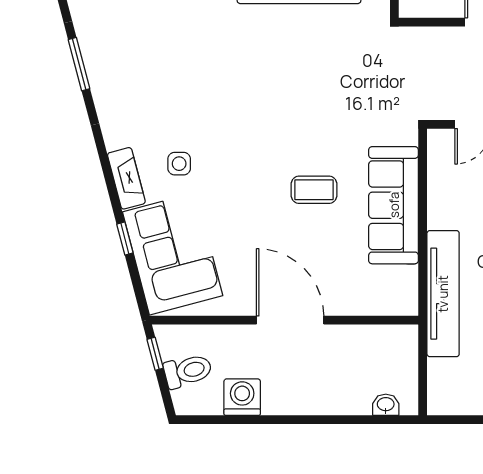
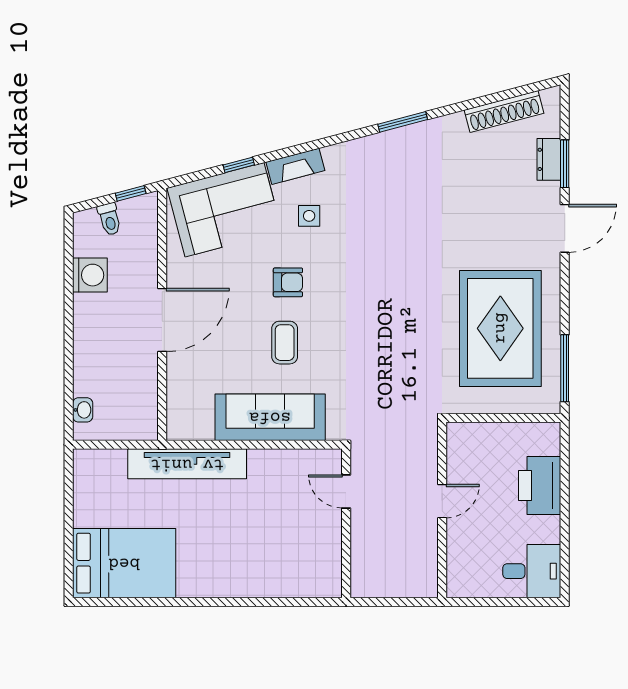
armchair: (250, 186) -> (288, 282), added
toilet: (188, 371) -> (109, 219), width x0.73, depth x0.72

